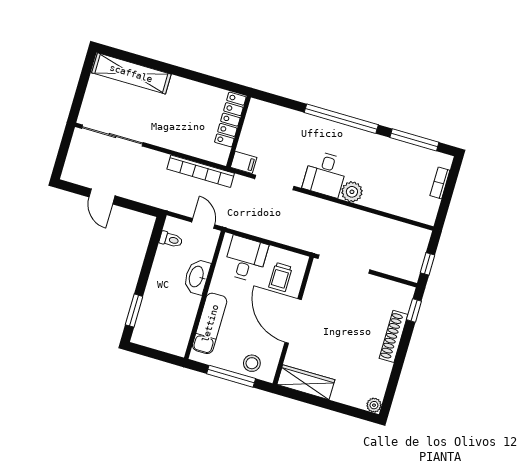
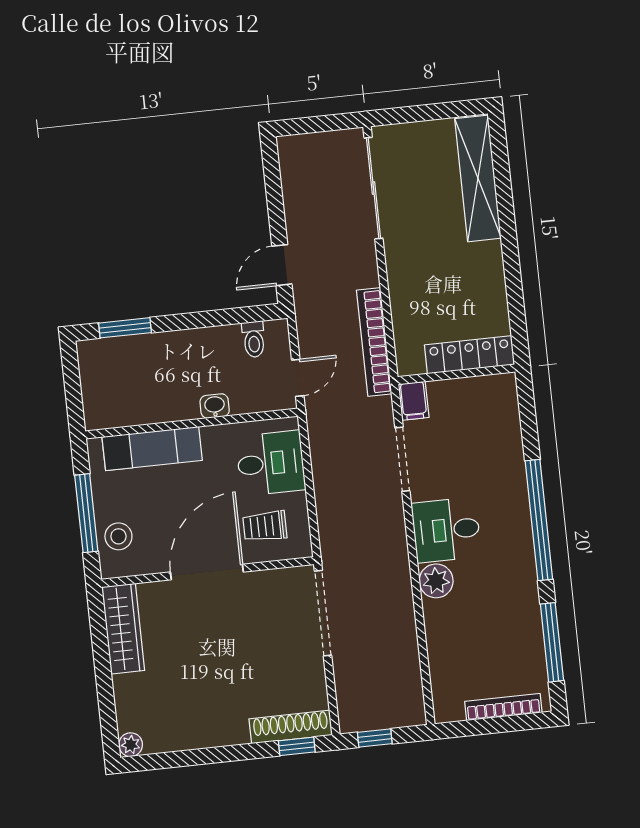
bookcase: (440, 183) -> (503, 707), width x1.56
door: (102, 196) -> (282, 265), moved
washbasin: (197, 277) -> (215, 406), width x0.52, depth x0.69
shoe rack: (394, 336) -> (291, 727), moved

